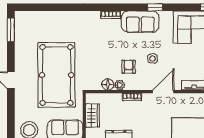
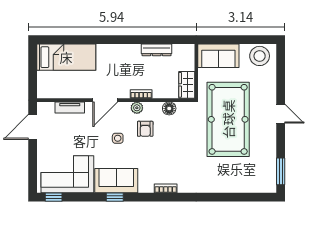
sofa: (140, 22) -> (116, 181), moved
plant: (120, 85) -> (137, 108), moved
wardrobe: (93, 116) -> (187, 85), moved

